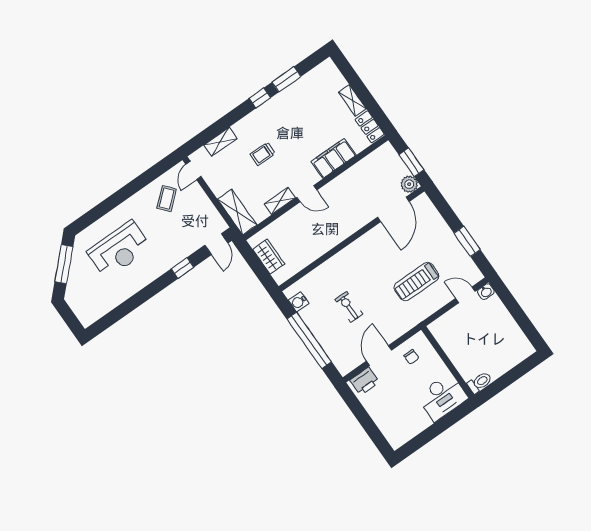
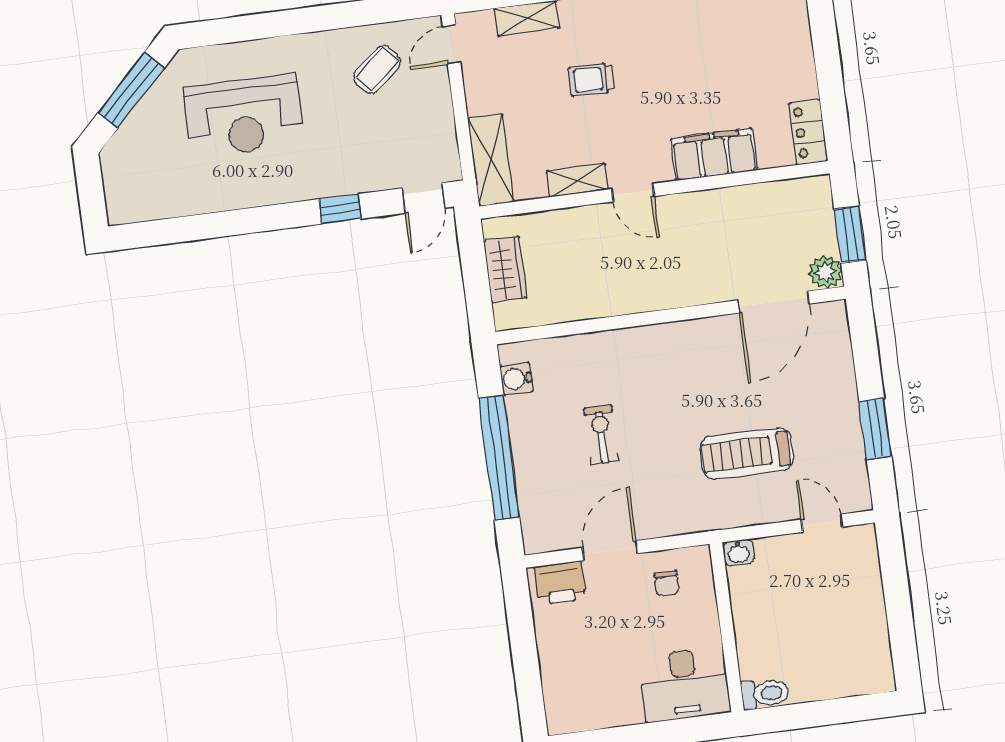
shelving: (352, 100) -> (802, 69), removed
washbasin: (486, 292) -> (739, 553), moved

